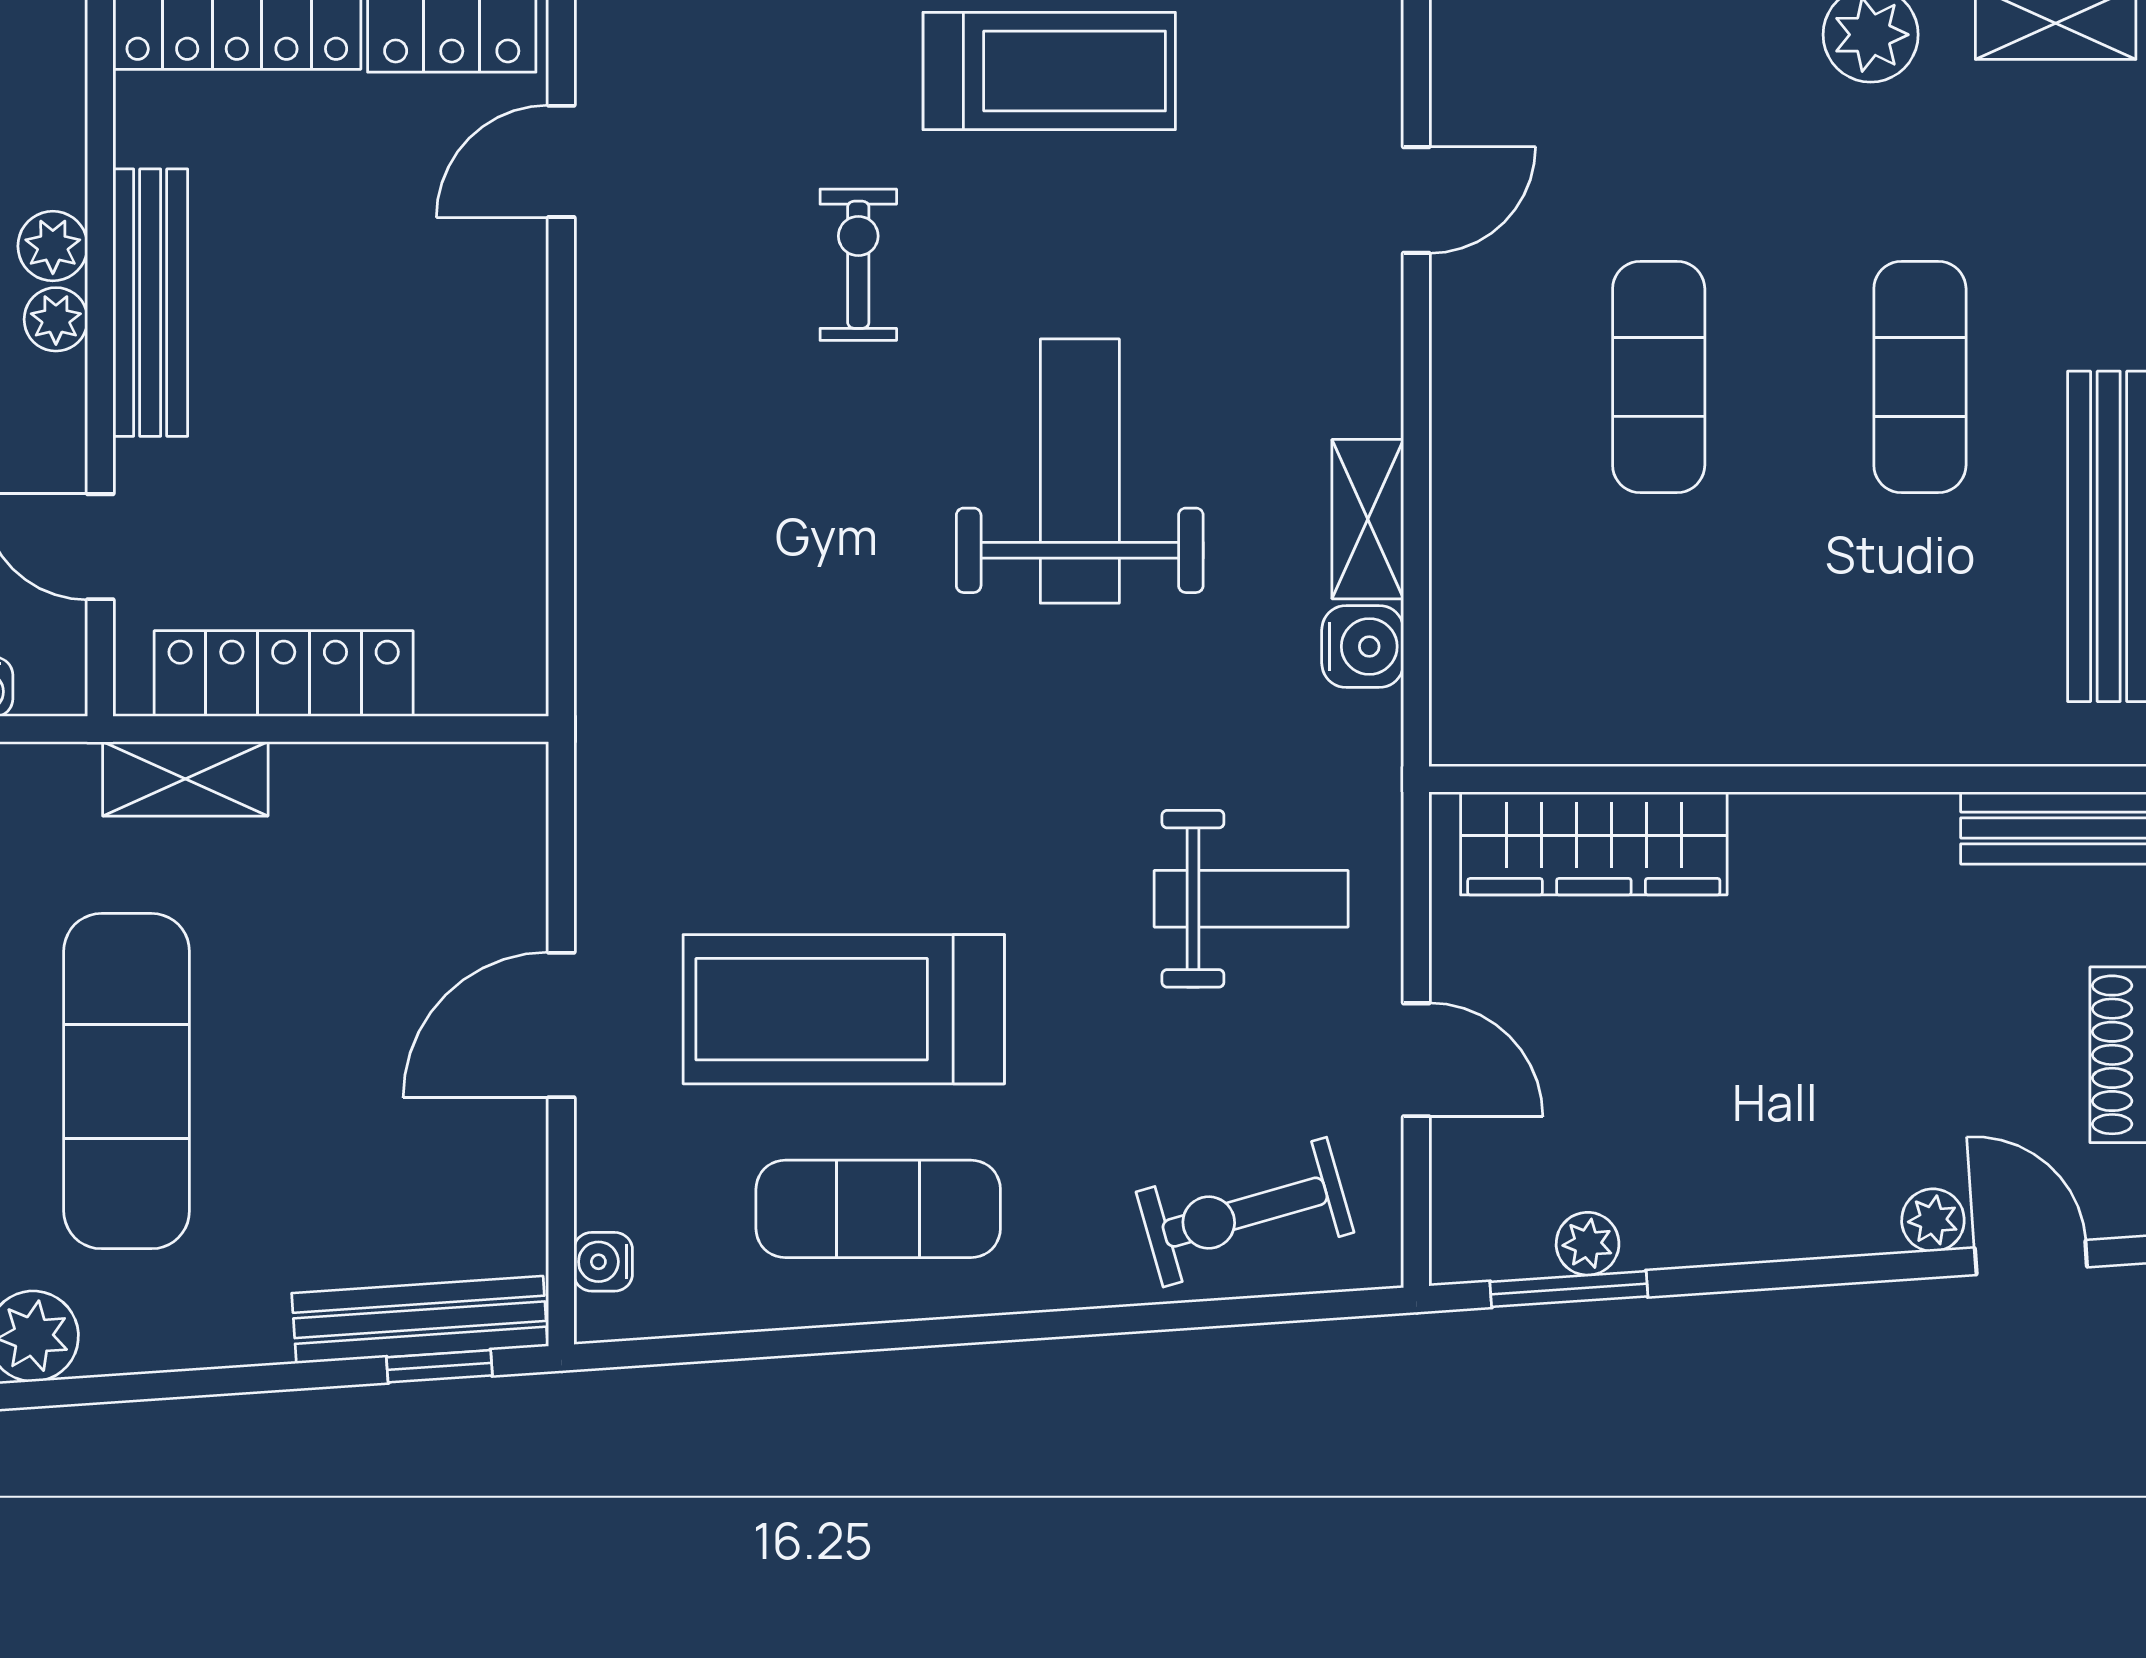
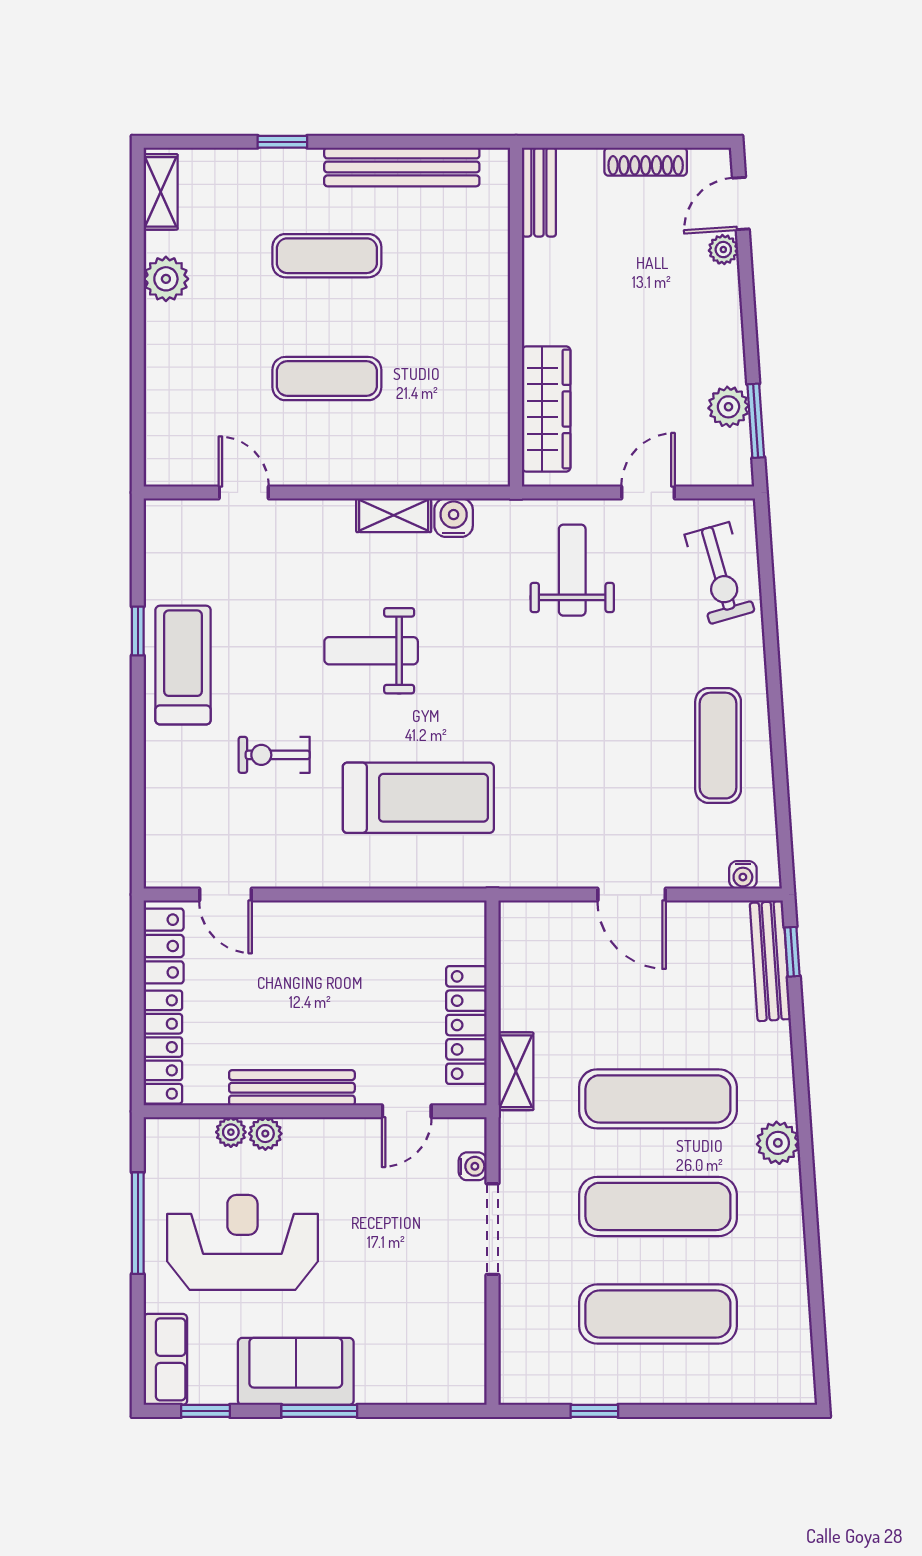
plant: (56, 319) -> (231, 1132), moved
weight bench: (1080, 471) -> (371, 651), width x0.73, depth x0.75
treadmill: (844, 1009) -> (418, 798), moved, turned -90
plant: (1588, 1244) -> (728, 407), width x1.38, depth x1.38

